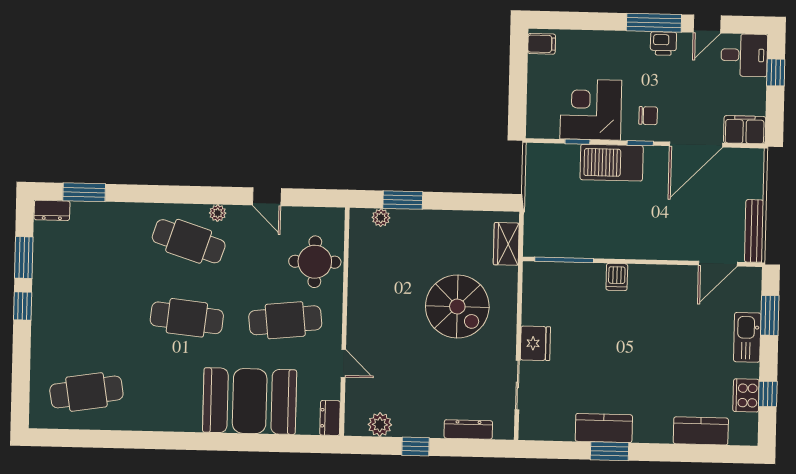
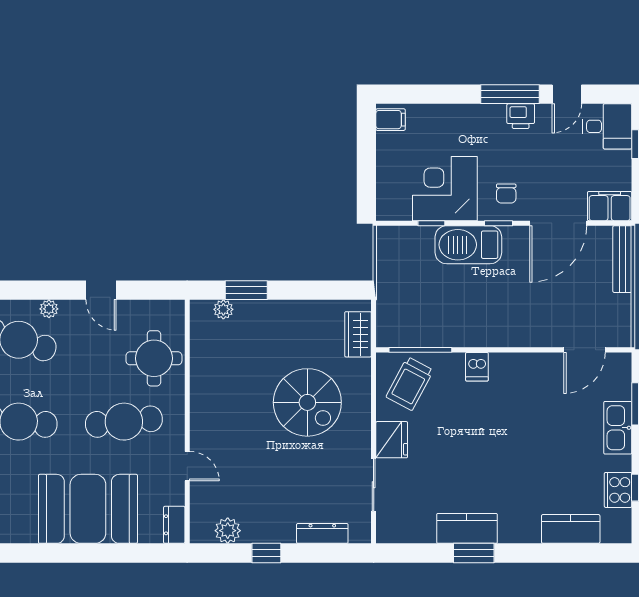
chair: (648, 116) -> (506, 194), turned 90
bench: (754, 231) -> (622, 259), moved
trolley: (554, 291) -> (410, 384), added

